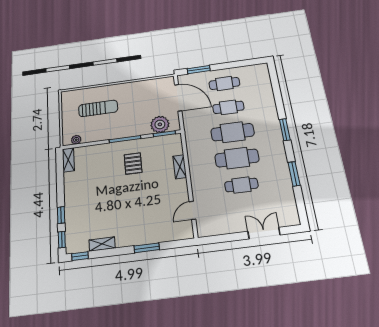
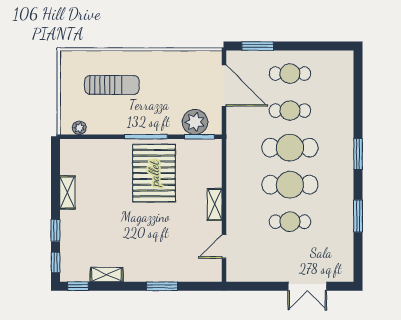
shelving: (68, 160) -> (67, 192), moved
pallet: (133, 164) -> (154, 173), width x2.05, depth x2.00
shelving: (180, 167) -> (215, 204), moved
double door: (264, 233) -> (307, 286), swing flipped

